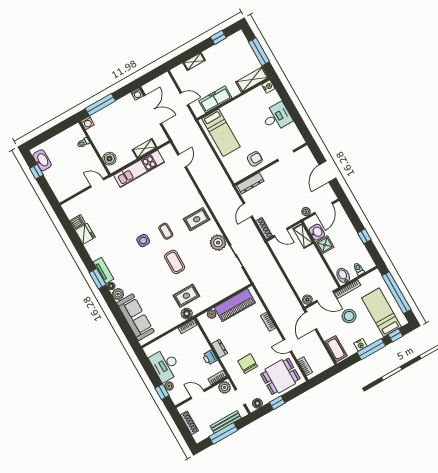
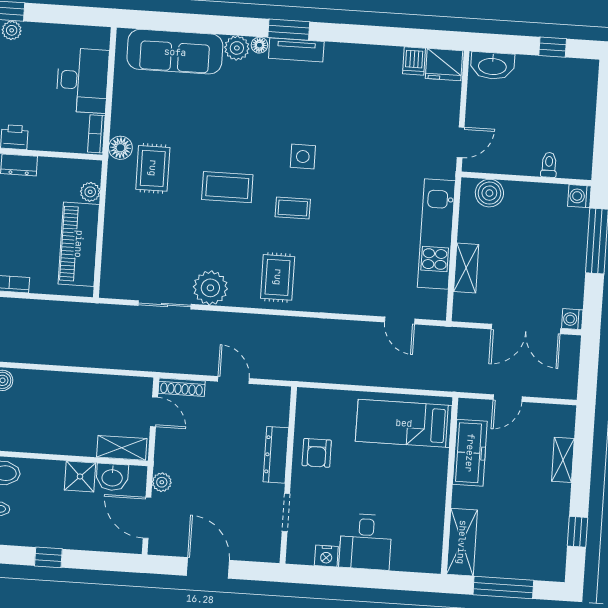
nightstand: (268, 86) -> (326, 556), moved
washbasin: (42, 160) -> (492, 66), moved
dresser: (250, 183) -> (276, 455), moved
door: (281, 233) -> (154, 412), swing flipped
fridge: (85, 234) -> (444, 65), moved
desk: (165, 365) -> (82, 80), moved, turned 90

